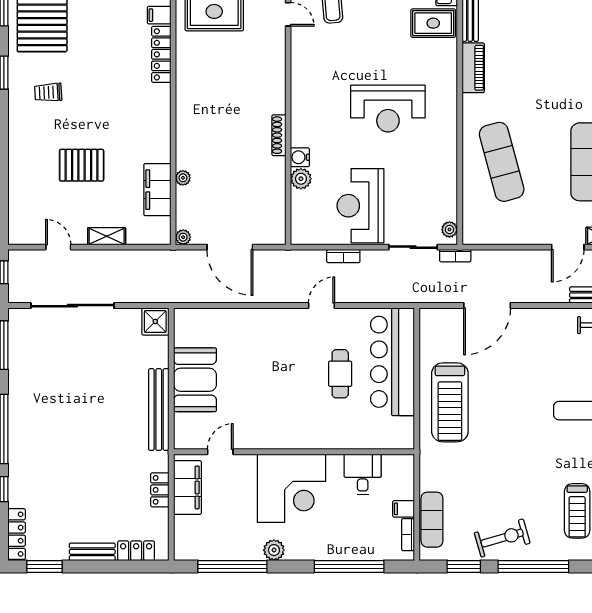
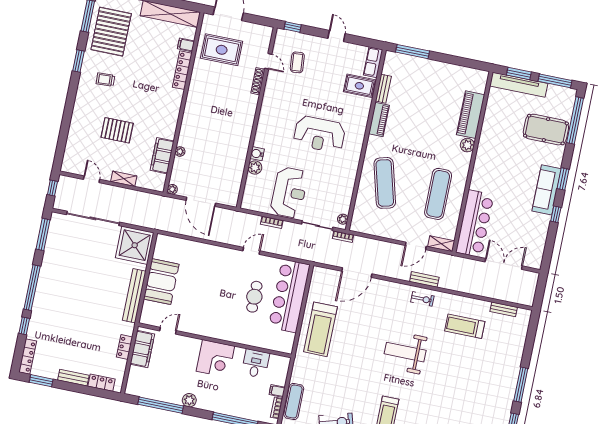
shoe rack: (279, 135) -> (258, 81), moved
reception desk: (360, 206) -> (289, 192), turned 180
shower: (155, 321) -> (135, 245), width x1.86, depth x1.86
corner desk: (291, 488) -> (215, 359), width x0.74, depth x0.74

